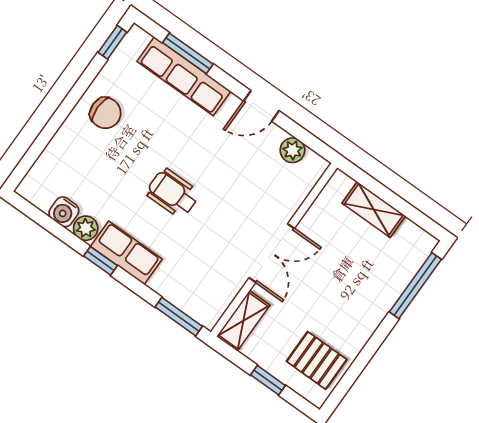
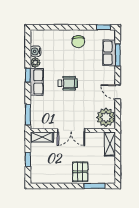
row of seats: (184, 76) -> (109, 53), width x0.68
plant: (292, 150) -> (106, 117), width x1.87, depth x1.87
wheelchair: (173, 193) -> (68, 83), turned 90
shelving: (374, 209) -> (110, 144), moved
window: (415, 286) -> (94, 186), width x0.69
pallet: (317, 360) -> (80, 172), moved

